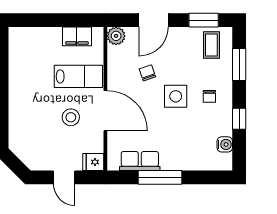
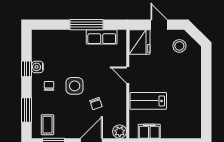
door: (105, 111) -> (128, 75), width x0.53
stool: (71, 117) -> (179, 46), moved
water cooler: (225, 144) -> (37, 67), moved
fridge: (93, 162) -> (140, 42), width x1.88, depth x1.34

